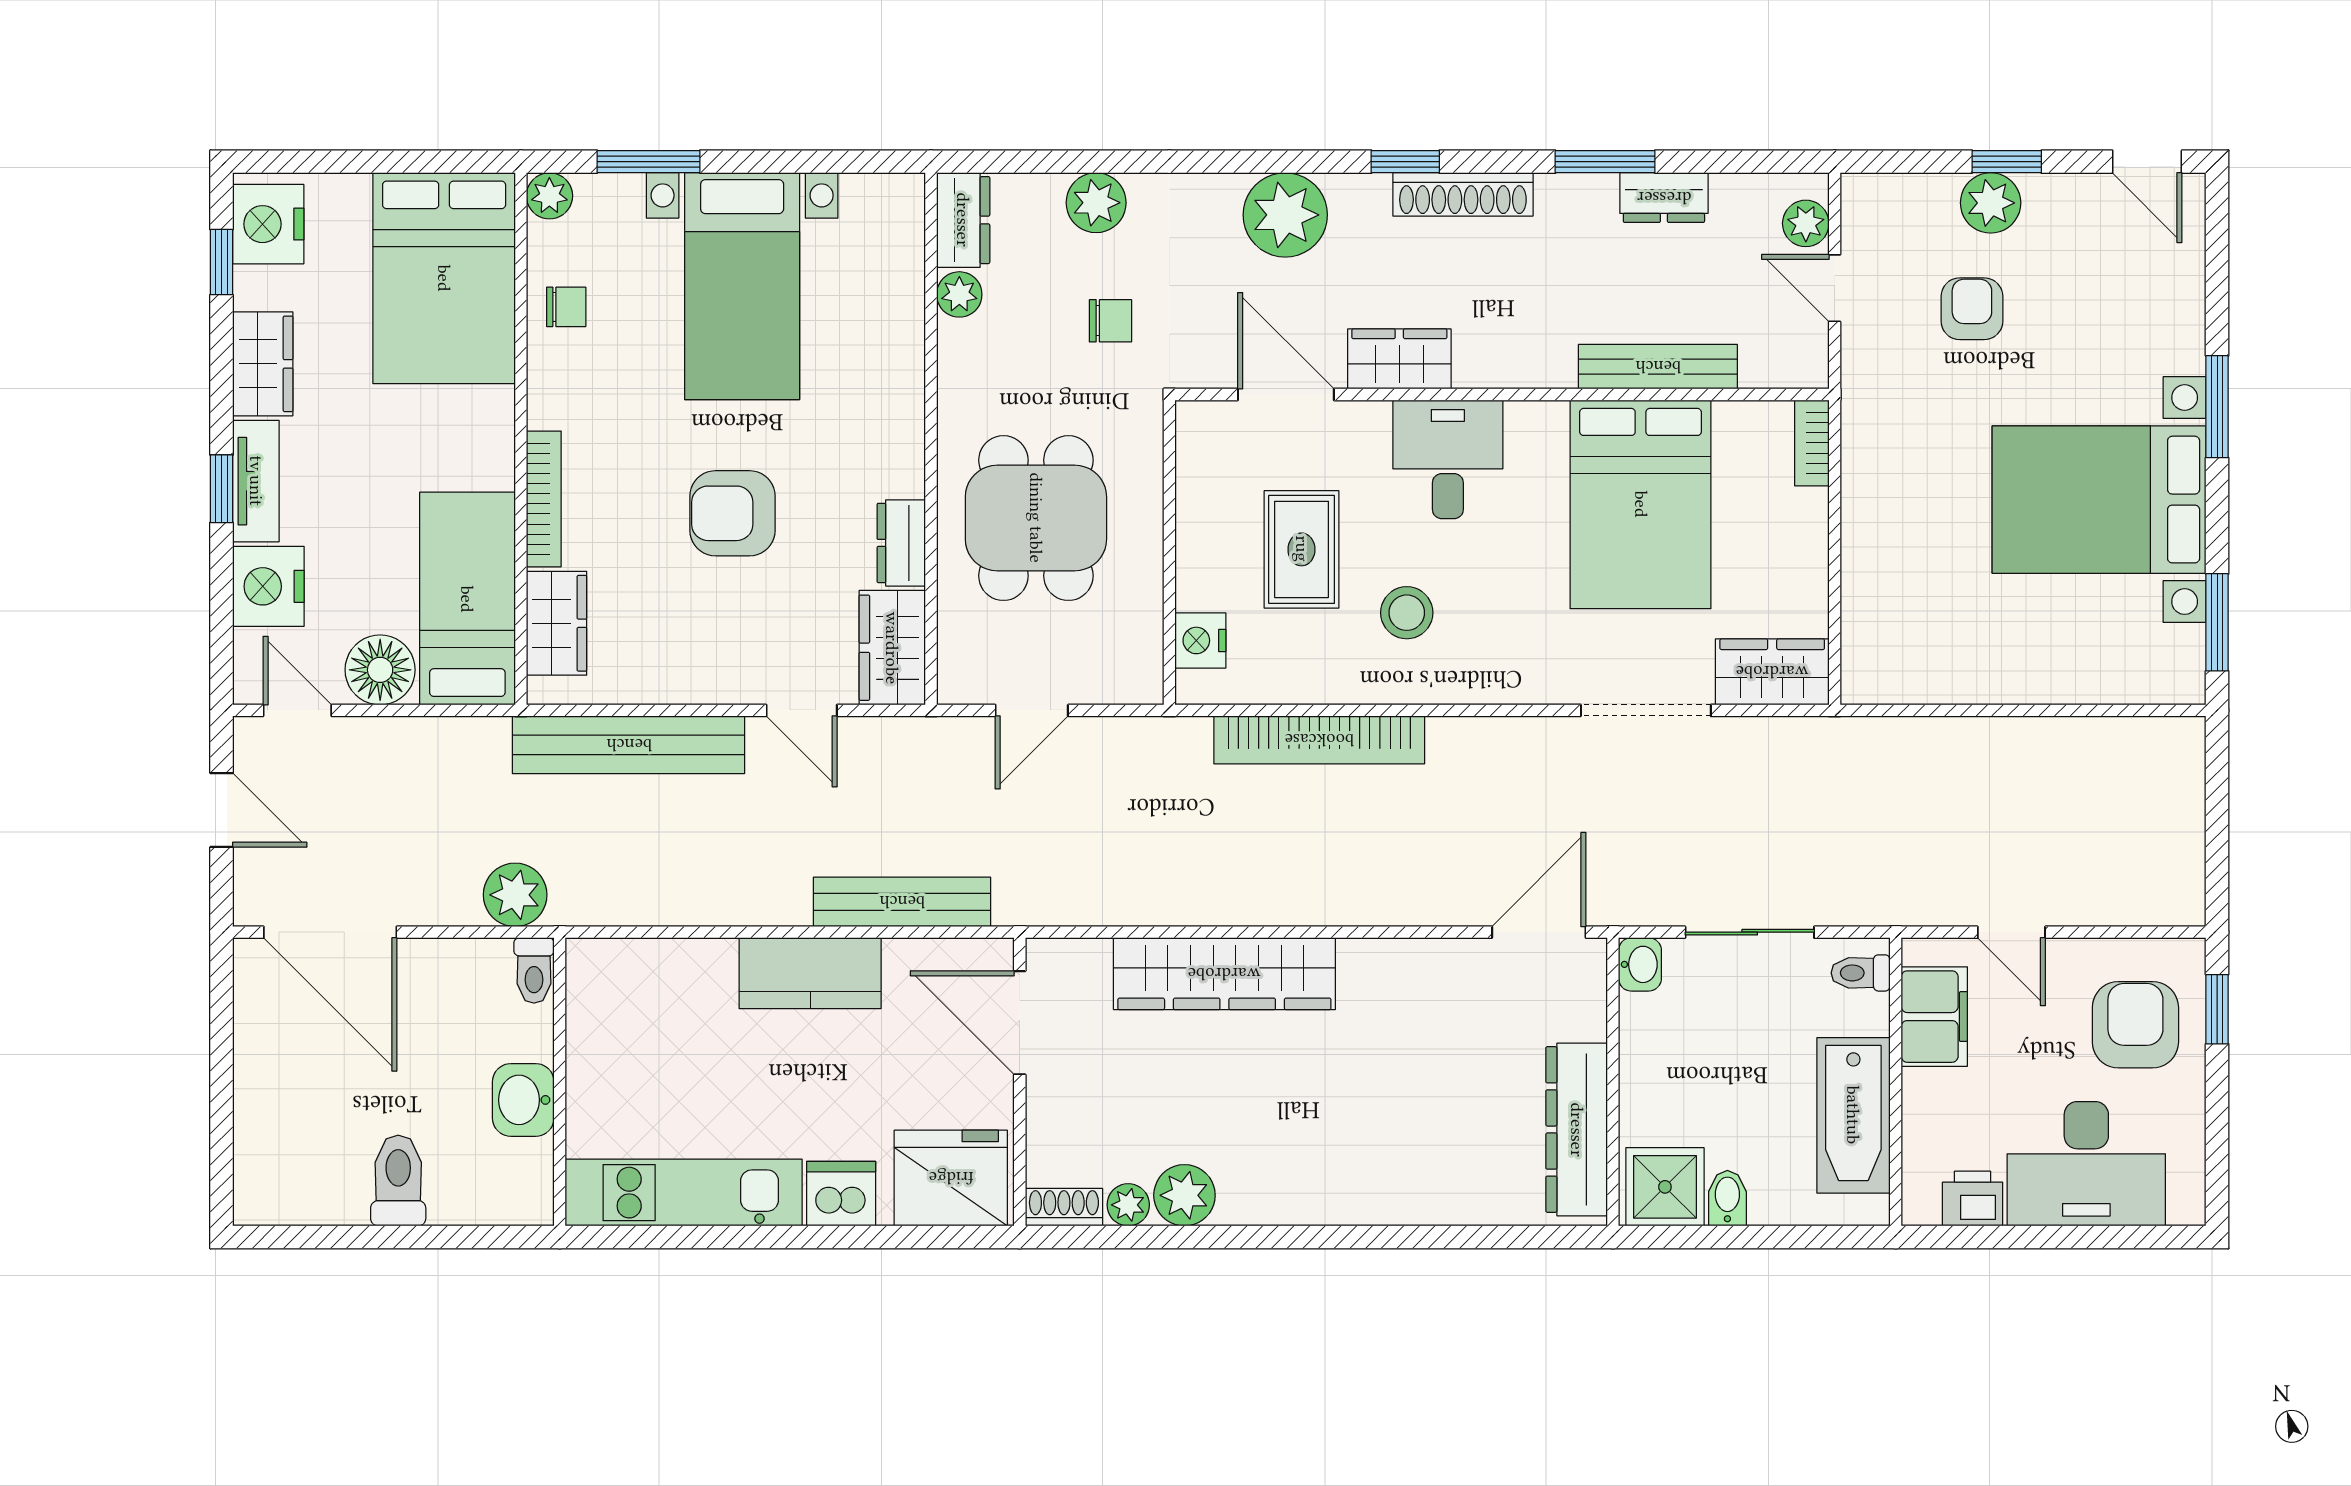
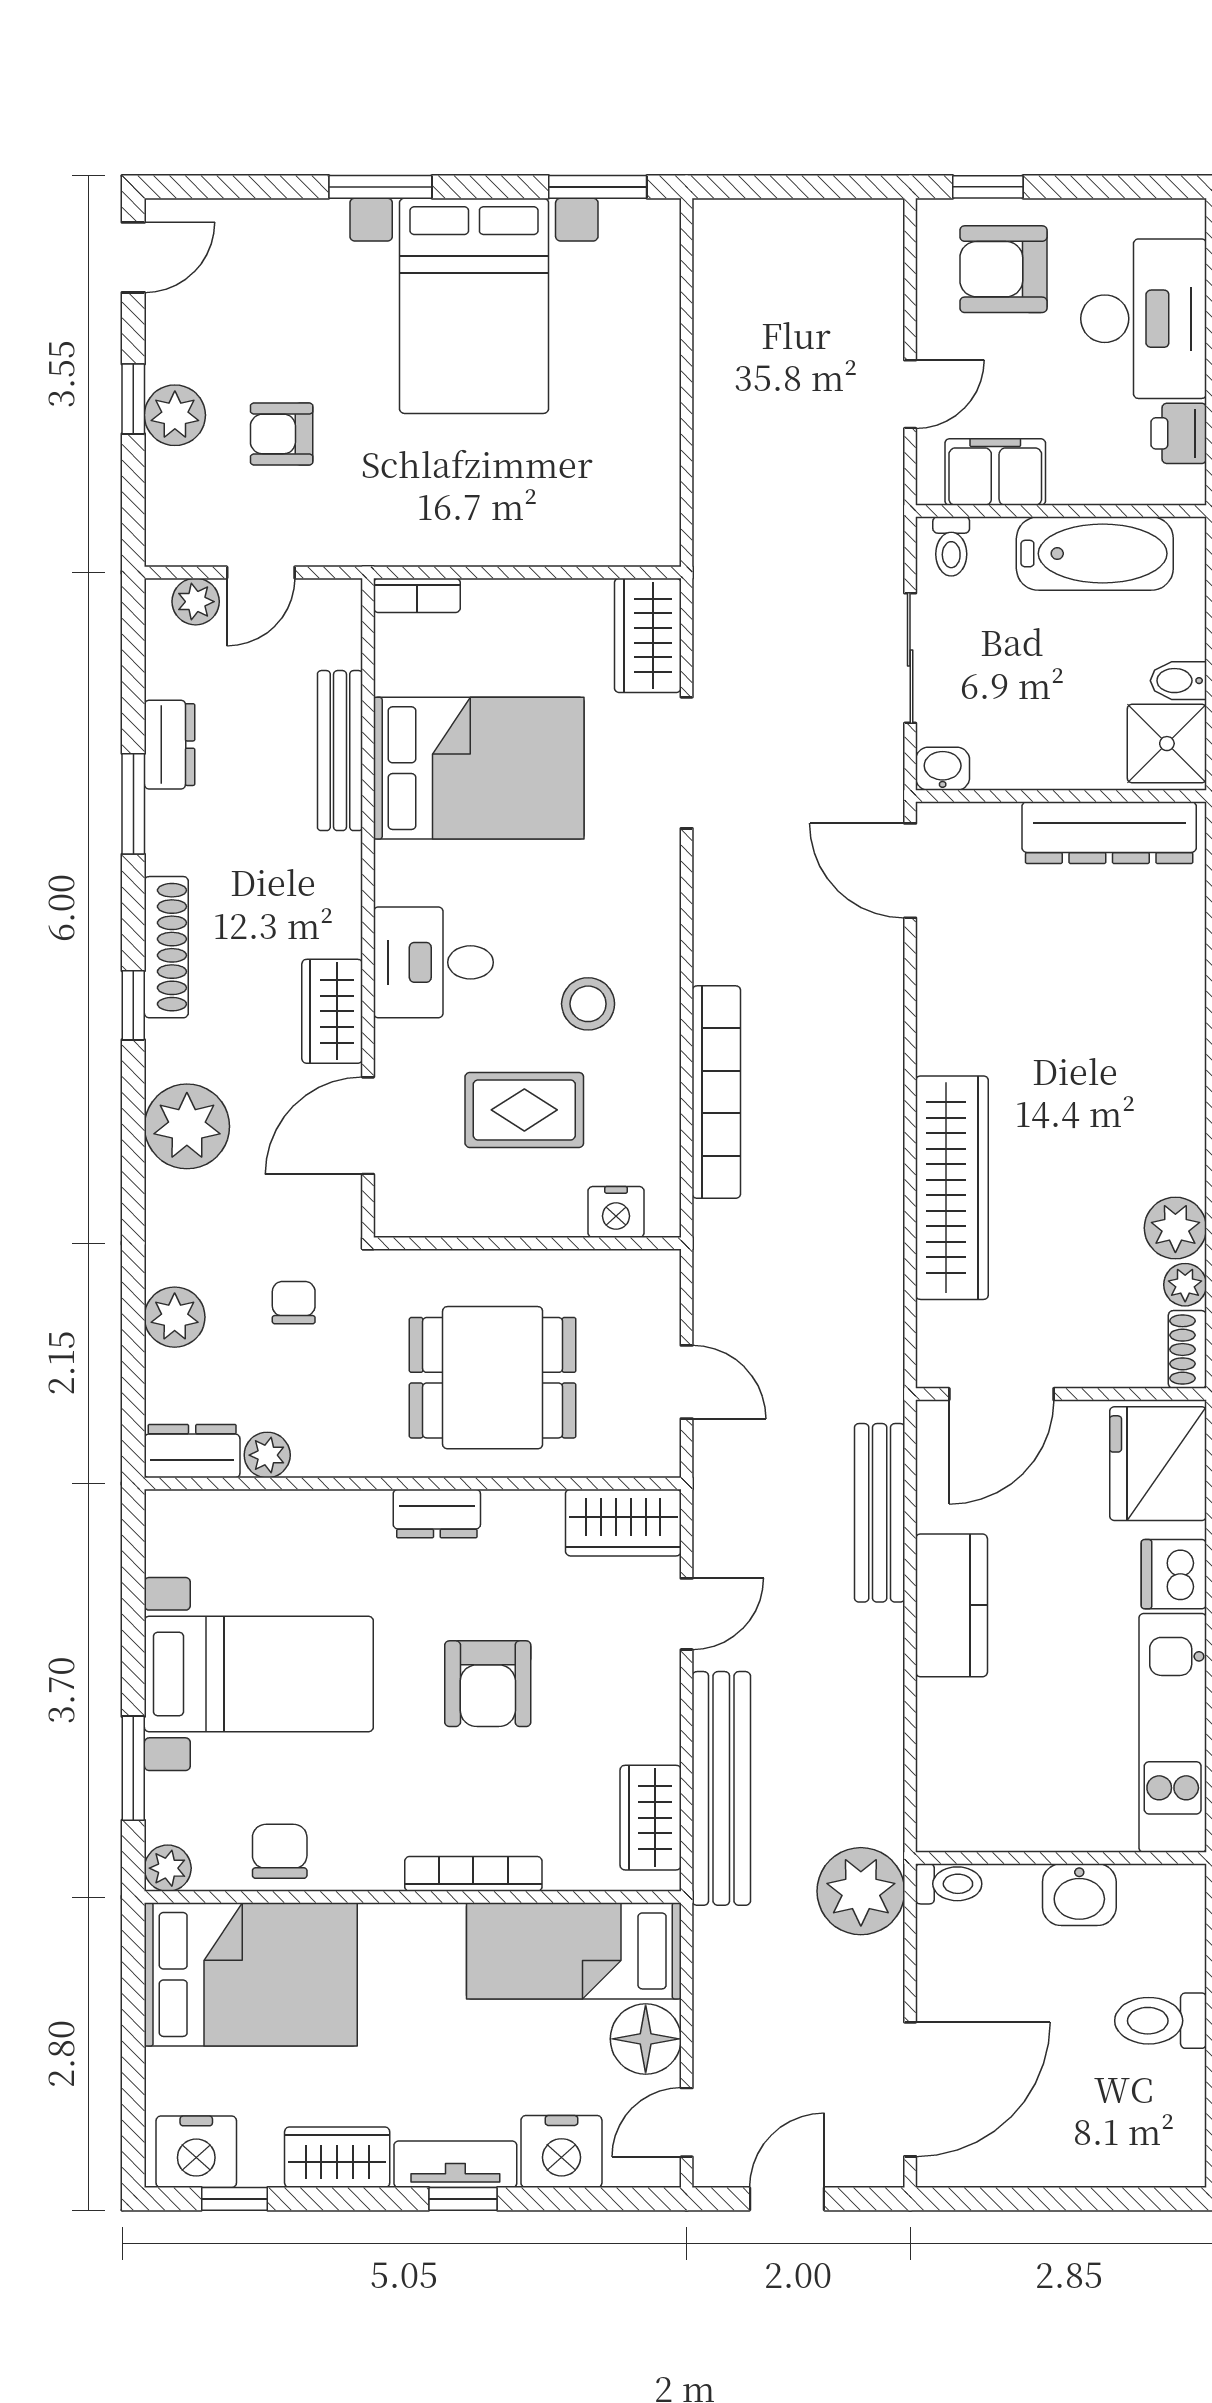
chair: (566, 307) -> (280, 1851), width x1.37, depth x1.37
dresser: (901, 543) -> (437, 1514), moved
wardrobe: (557, 623) -> (651, 1818), moved, turned -90
plant: (515, 895) -> (861, 1891), width x1.36, depth x1.36

